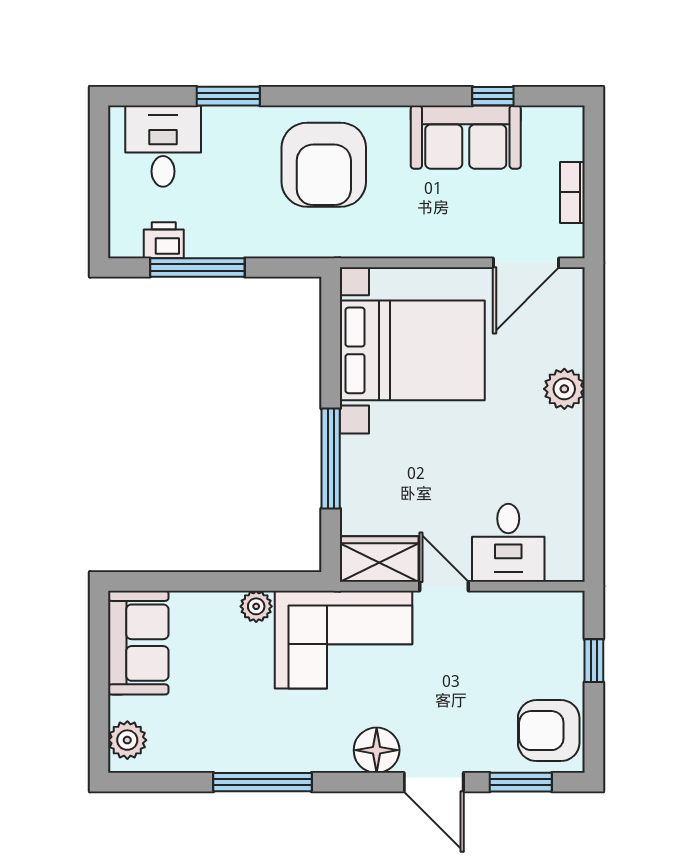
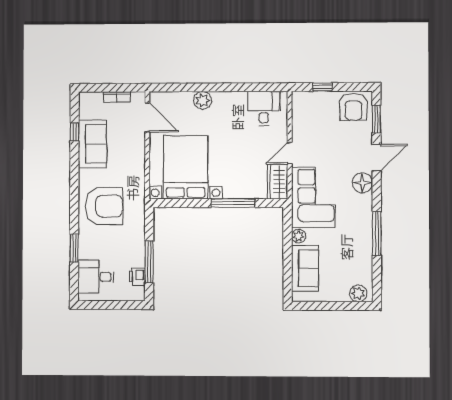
desk: (508, 543) -> (264, 108), moved, turned -90
sofa: (138, 643) -> (305, 268), moved, turned 90

